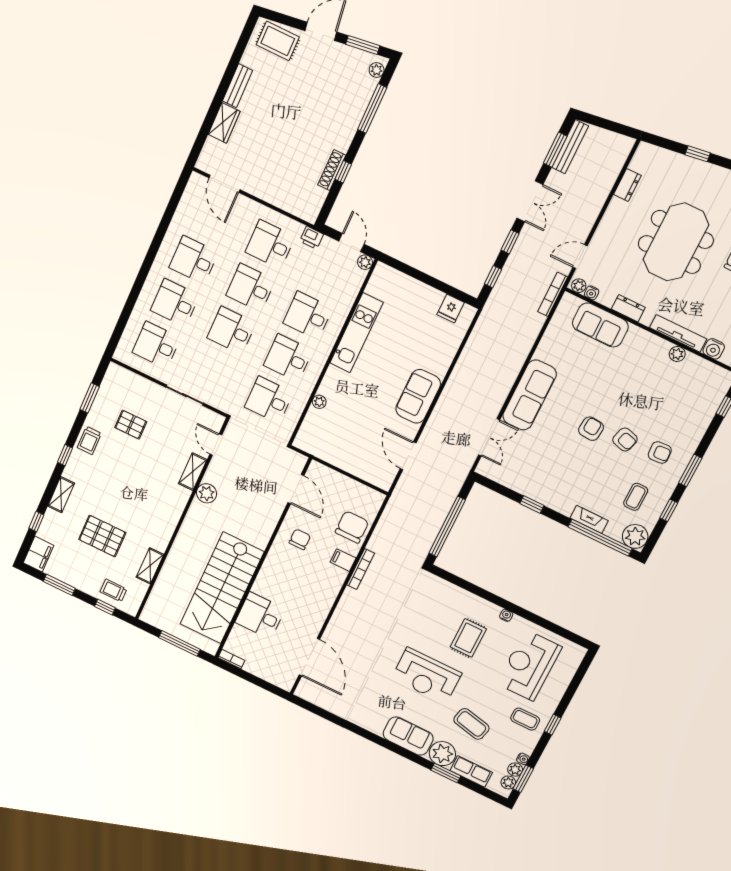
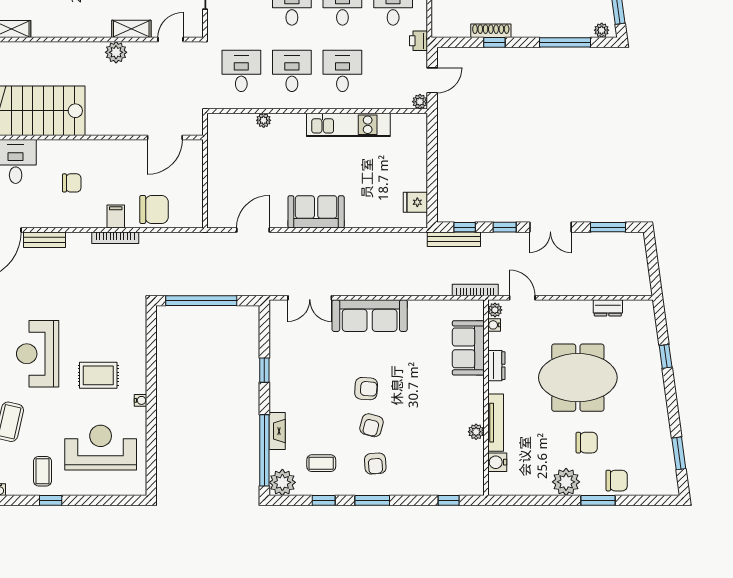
bench: (570, 147) -> (454, 239), moved
chair: (300, 539) -> (72, 183), moved
bench: (335, 625) -> (44, 240), added

